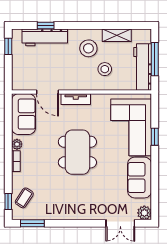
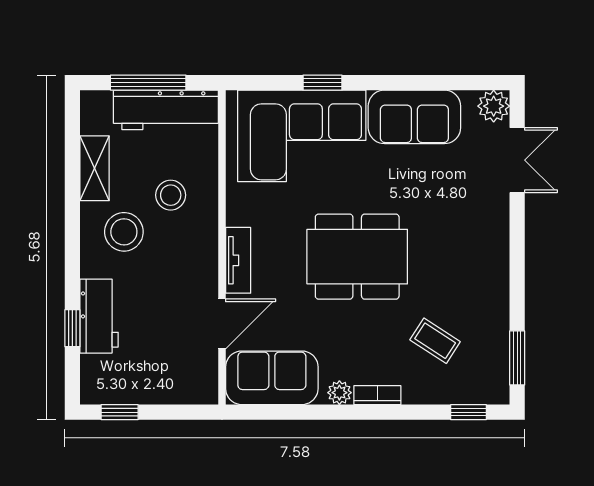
workbench: (45, 37) -> (99, 316), width x0.73
coffee table: (24, 198) -> (435, 341), moved

